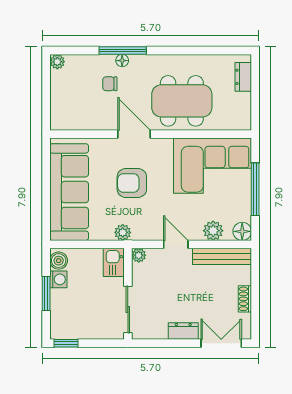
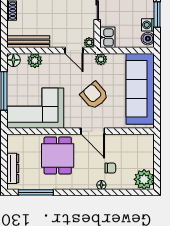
window: (123, 50) -> (36, 192), moved
plant: (57, 62) -> (144, 179), width x1.88, depth x1.88
dresser: (243, 77) -> (13, 168), width x1.44
dining table: (182, 101) -> (58, 155), width x0.73
armchair: (132, 183) -> (94, 95), turned -131
door: (176, 244) -> (74, 50), moved

